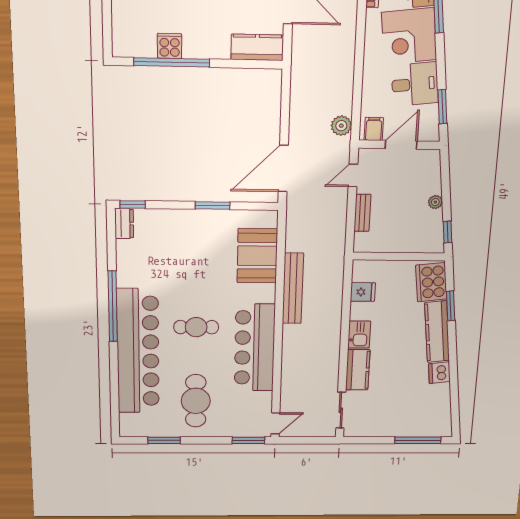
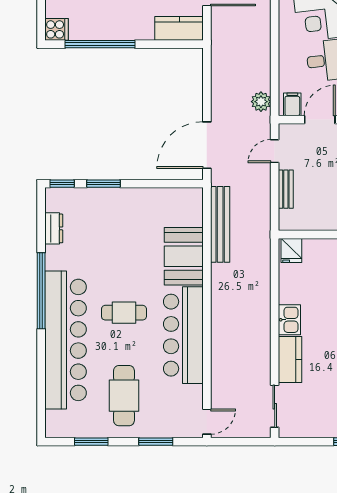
cooker: (170, 46) -> (56, 29), moved, turned 90
window: (213, 206) -> (103, 184), moved
dresser: (124, 223) -> (54, 228), moved
booth: (257, 256) -> (184, 256), moved
bench: (293, 288) -> (220, 224), moved
fridge: (363, 292) -> (291, 250), moved, turned 90
window: (248, 440) -> (156, 442), moved

